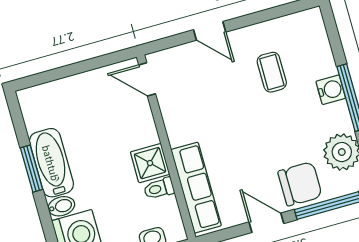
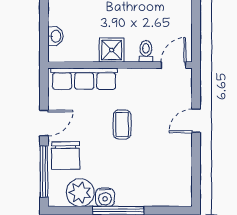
coffee table: (272, 72) -> (122, 125), moved, turned 90
water cooler: (331, 90) -> (105, 197), moved
toilet: (159, 188) -> (146, 51), moved

